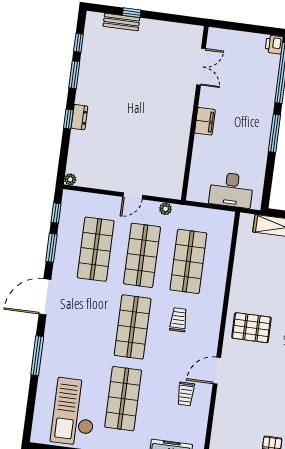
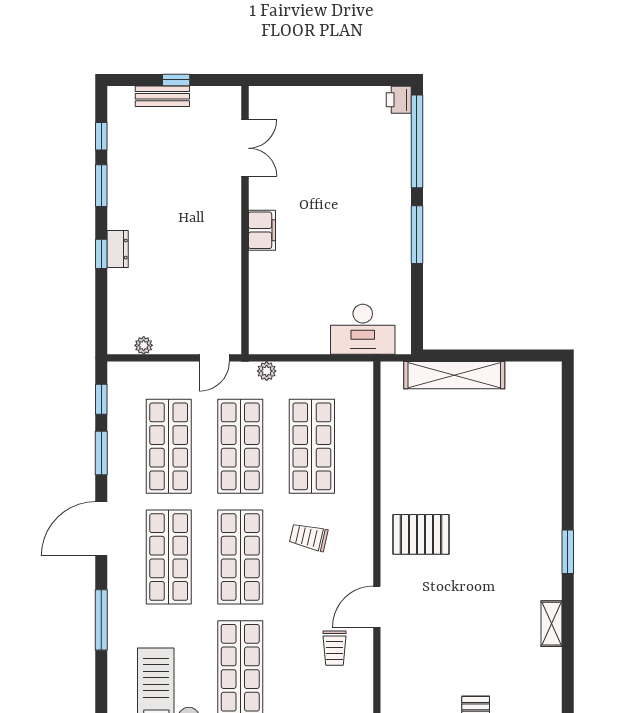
double door: (201, 67) -> (245, 148), moved
wall: (195, 113) -> (245, 220), moved
filing cabinet: (205, 121) -> (262, 230), moved
plant: (70, 179) -> (144, 345), moved
trolley: (178, 320) -> (309, 537), turned -77
shop shelf: (86, 321) -> (169, 557), added

